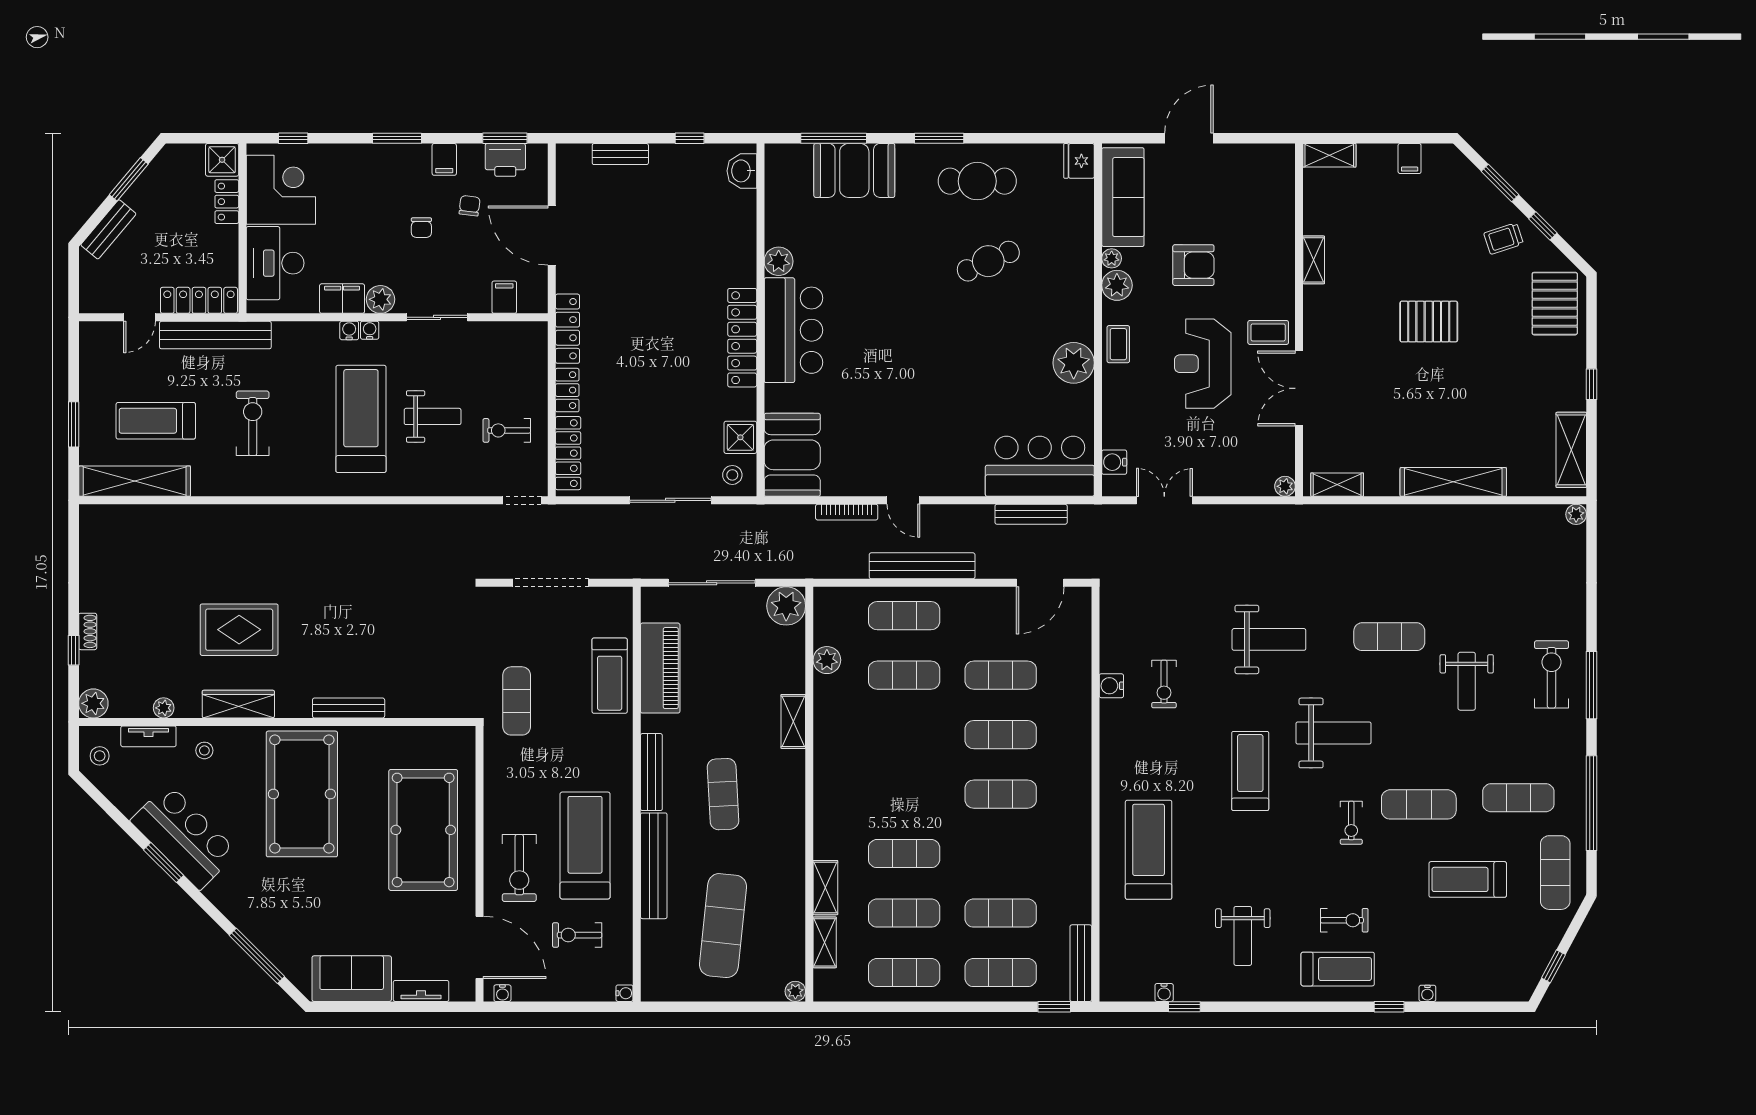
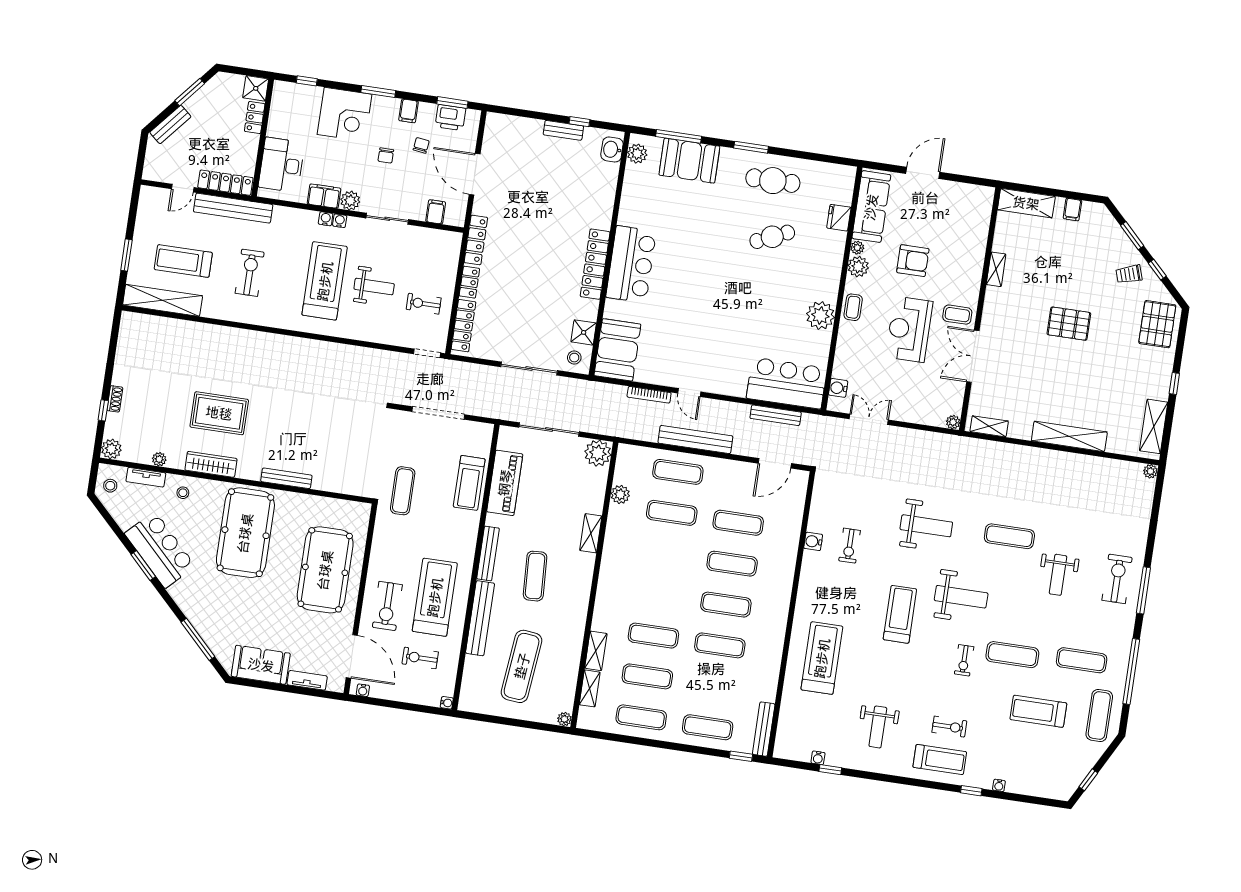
bench: (620, 154) -> (563, 130), moved
shelving: (1329, 155) -> (1026, 203), width x1.50, depth x1.33
fridge: (1079, 161) -> (839, 218), moved
corner desk: (281, 190) -> (345, 114), moved, turned 90
plant: (779, 261) -> (637, 154), moved
exercise mat: (1001, 913) -> (720, 645), moved

